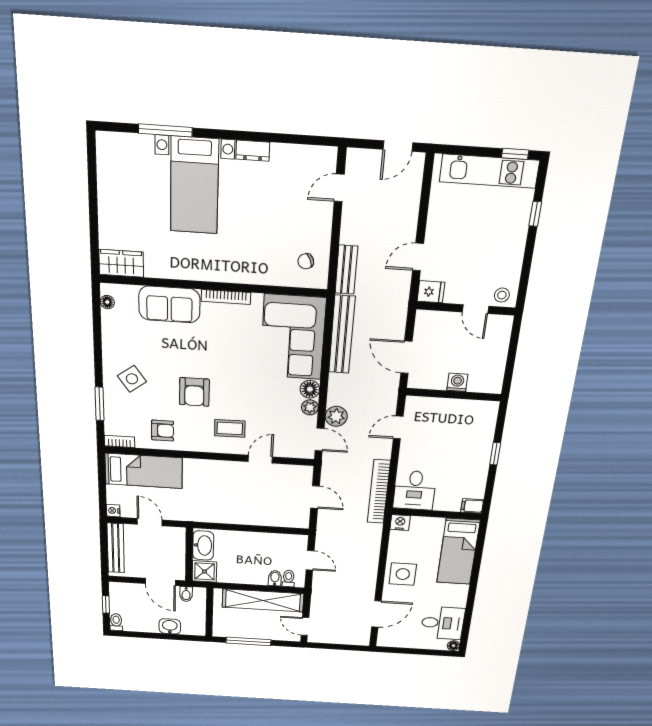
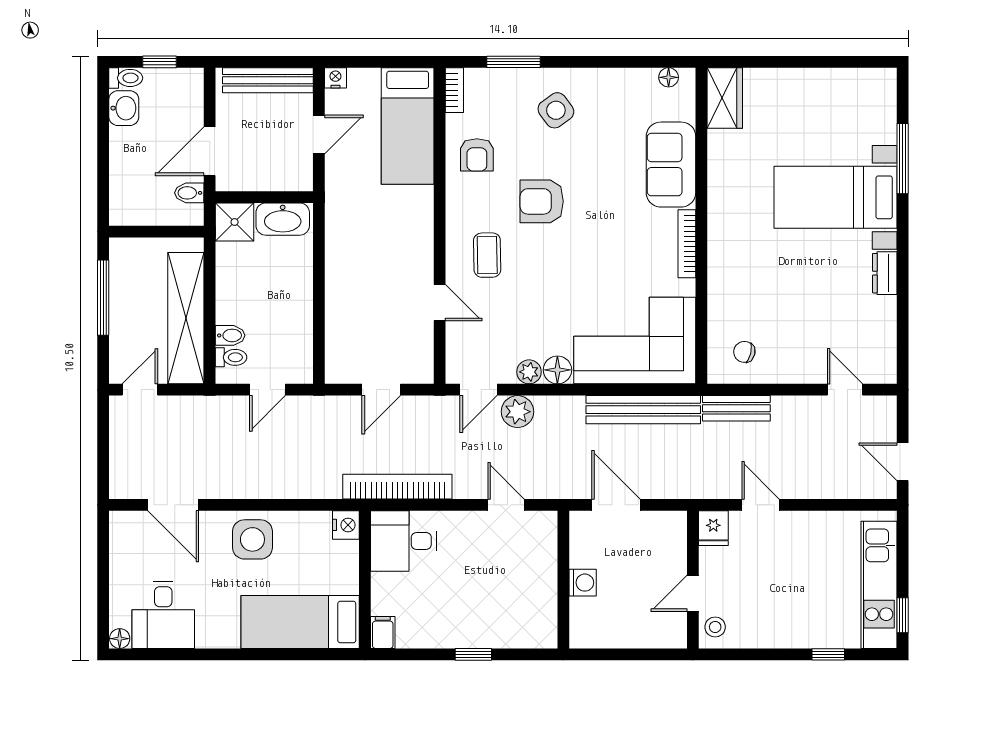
chair: (306, 261) -> (744, 352), turned -51
door: (406, 357) -> (616, 505), hinge flipped
washbasin: (170, 626) -> (124, 108), moved

